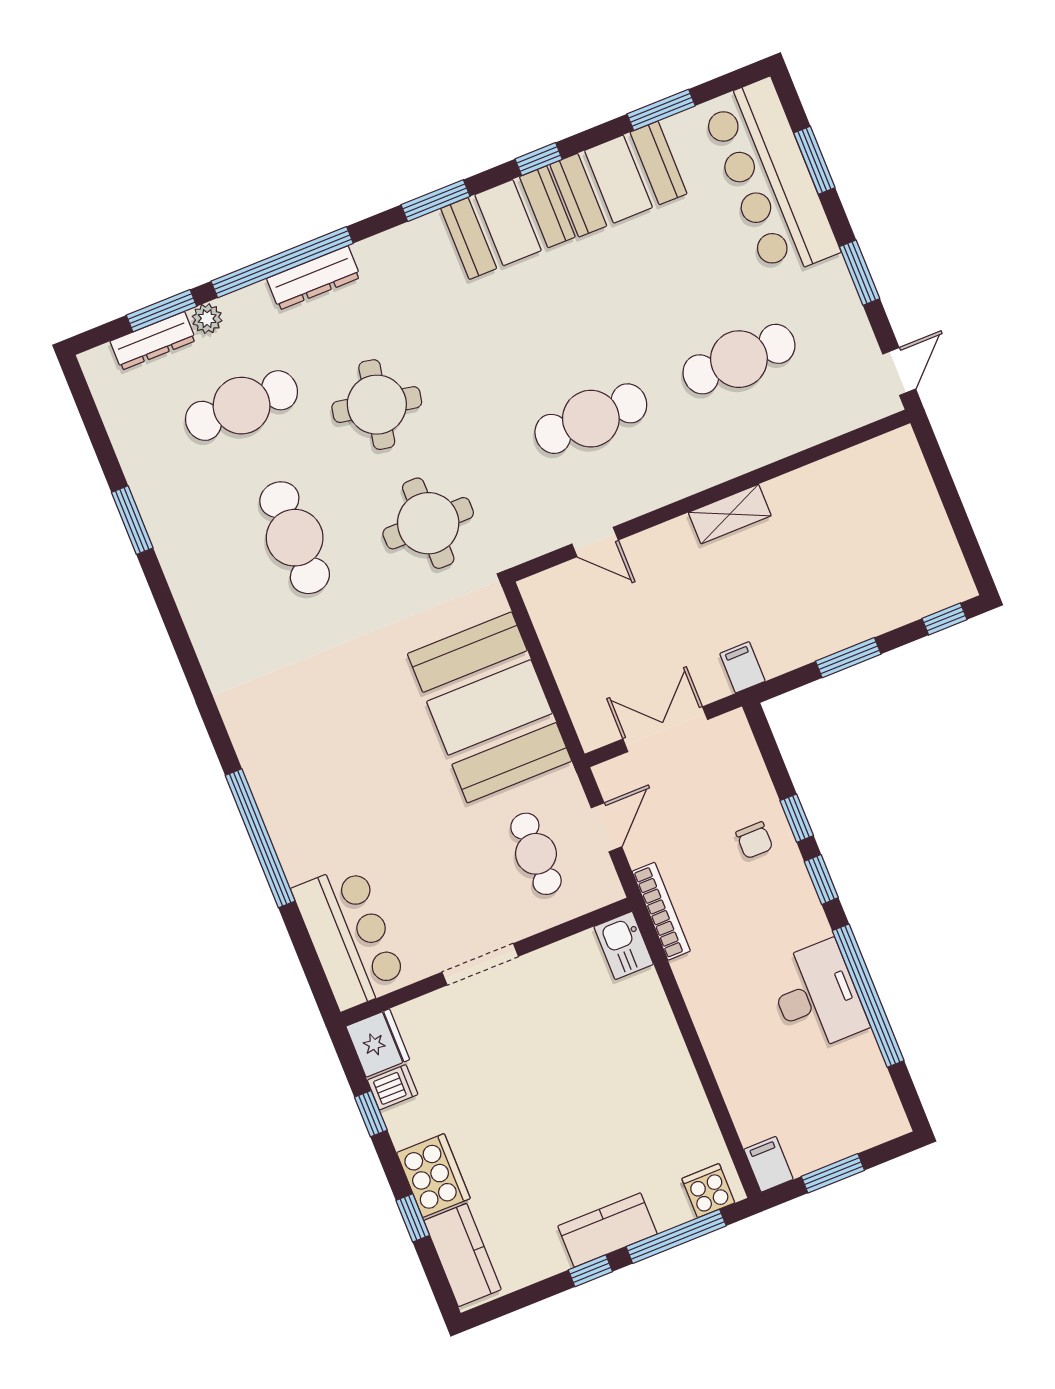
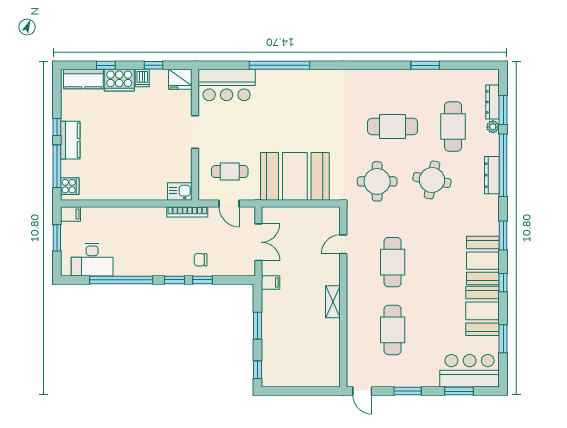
bar counter: (770, 178) -> (470, 371), width x0.73
desk: (817, 996) -> (92, 260), moved
dishwasher: (393, 1087) -> (142, 78), moved

